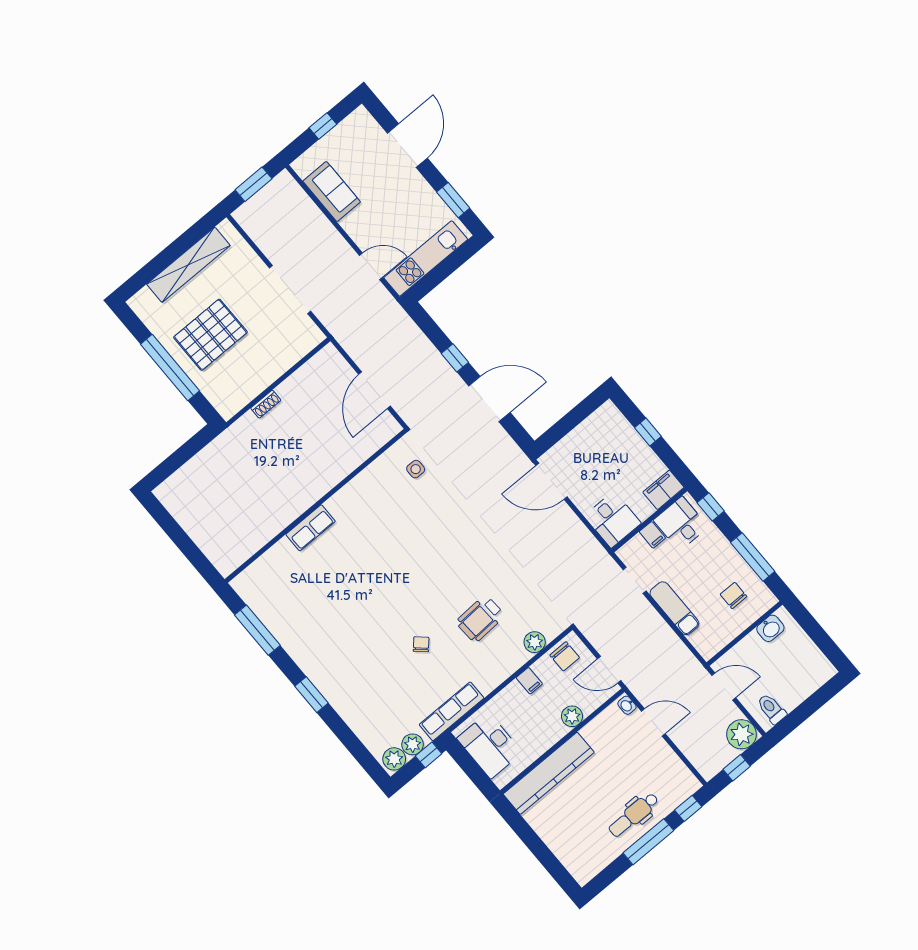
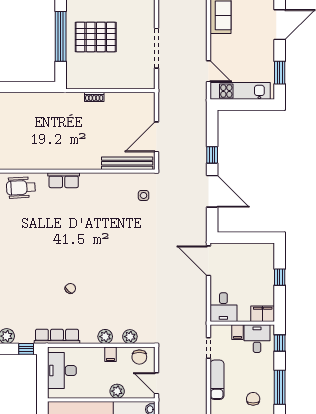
bench: (366, 448) -> (127, 163), added
wheelchair: (480, 619) -> (21, 188), moved
plant: (413, 744) -> (105, 337), moved

